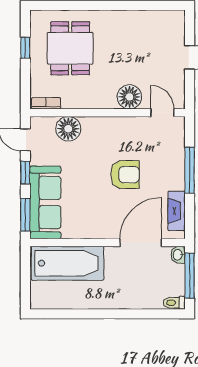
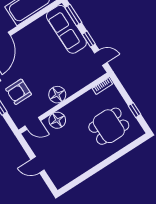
dining table: (70, 48) -> (109, 126), turned 90
floor lamp: (68, 129) -> (57, 95), moved
armchair: (125, 175) -> (19, 92), moved

